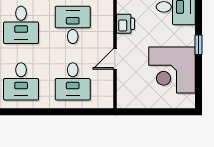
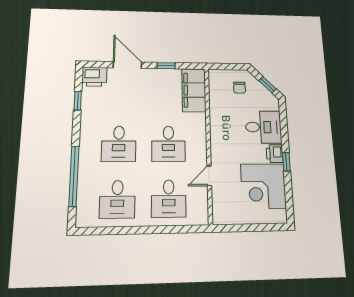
printer: (126, 24) -> (275, 154), moved, turned 180
desk: (73, 25) -> (168, 144), turned 180

